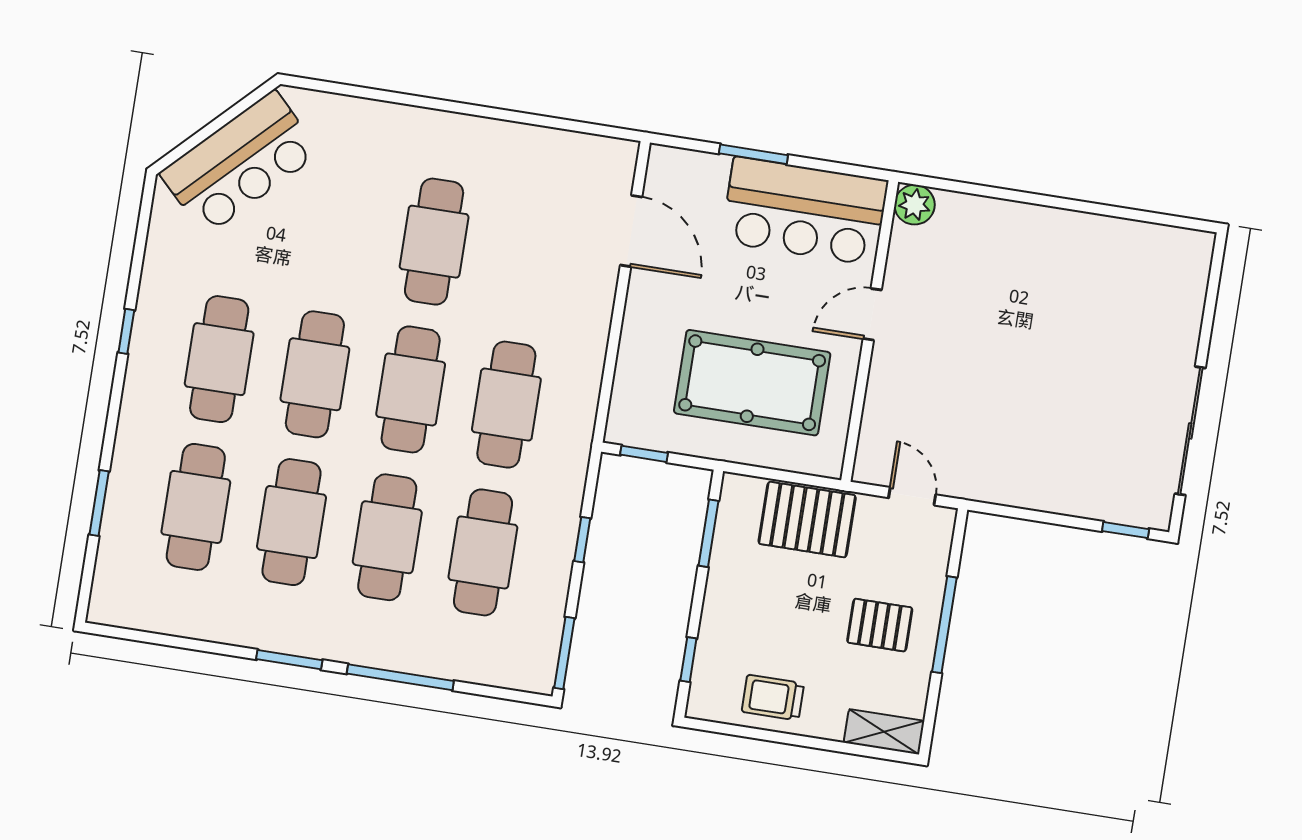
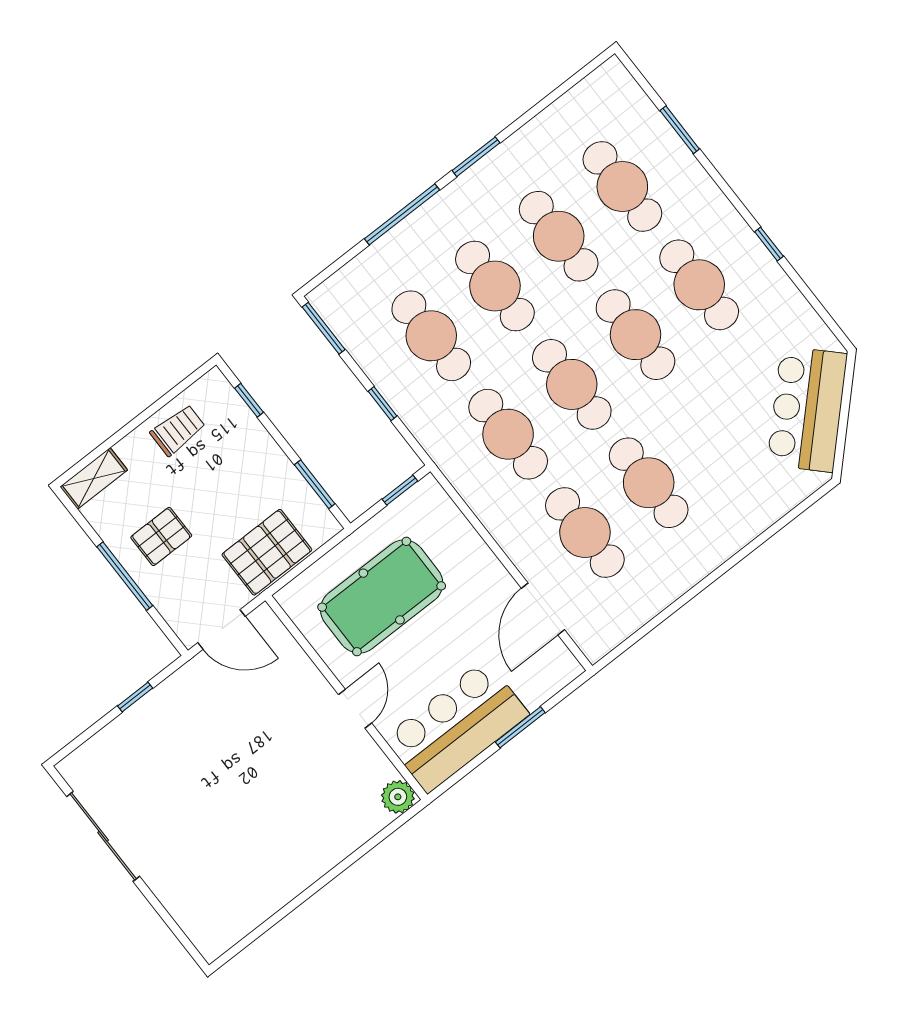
door: (631, 231) -> (543, 609), hinge flipped
cafe table: (530, 257) -> (585, 533), added
door: (912, 496) -> (221, 630), width x1.38
window: (1126, 530) -> (135, 697), moved

